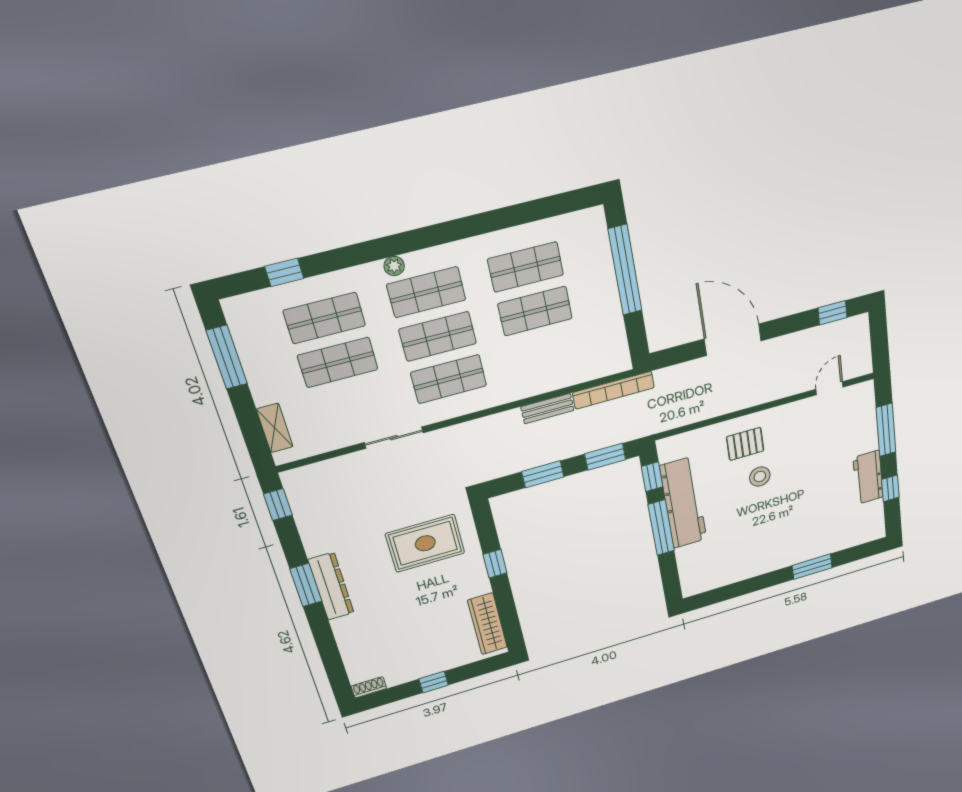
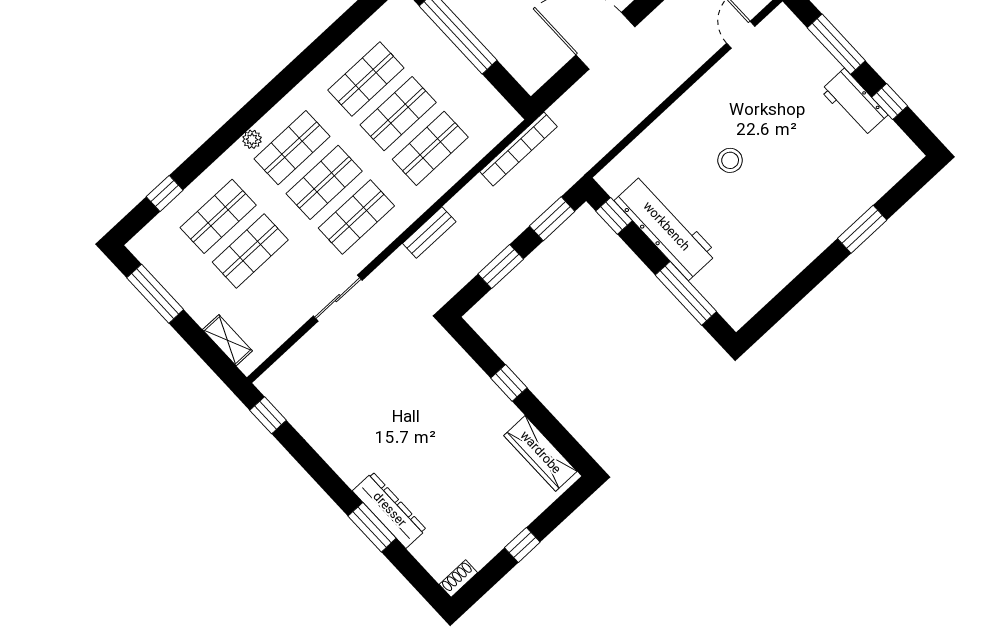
shop shelf: (544, 354) -> (430, 148), added
bench: (547, 409) -> (429, 233), moved
pallet: (745, 444) -> (690, 135), removed
window: (661, 528) -> (686, 293), moved
rug: (425, 543) -> (427, 392), removed
window: (306, 585) -> (372, 527), moved
dresser: (331, 586) -> (389, 510), moved

